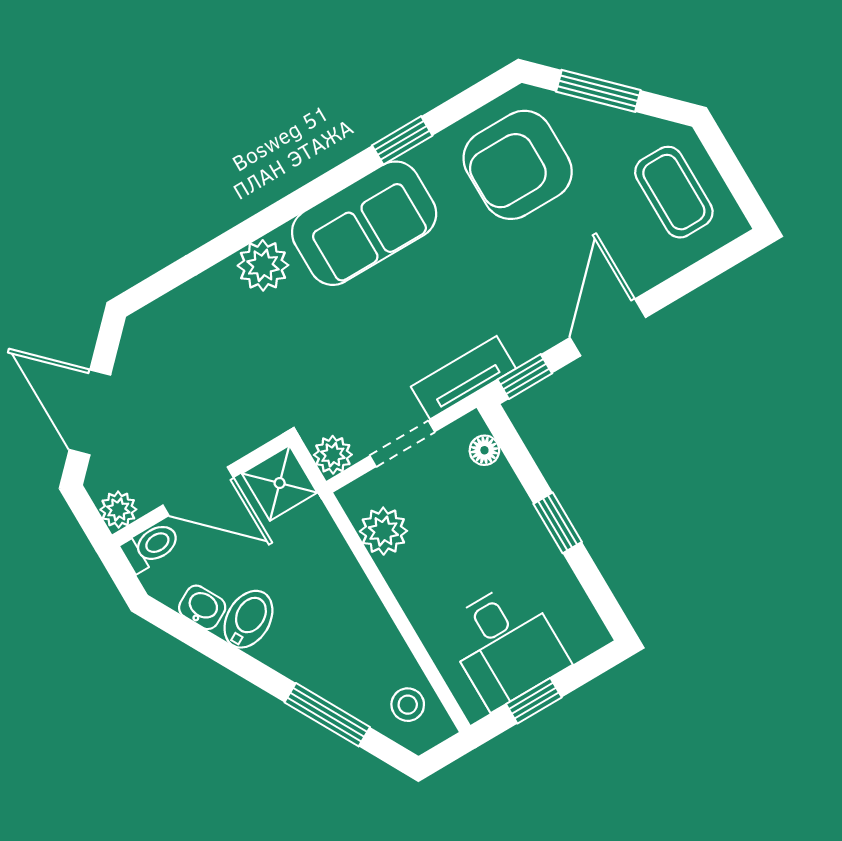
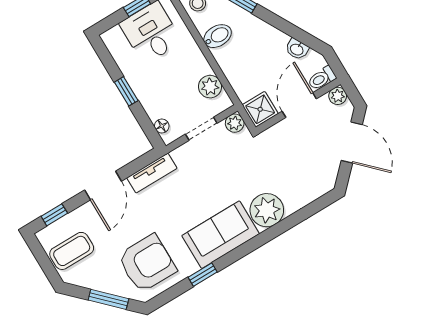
coffee table: (674, 192) -> (72, 251), turned 90
plant: (263, 265) -> (267, 210), width x1.36, depth x1.36
window: (525, 377) -> (54, 215), moved
tv unit: (463, 378) -> (152, 173), moved
door: (198, 491) -> (299, 105), hinge flipped
bidet: (248, 619) -> (218, 36), moved, turned -151

